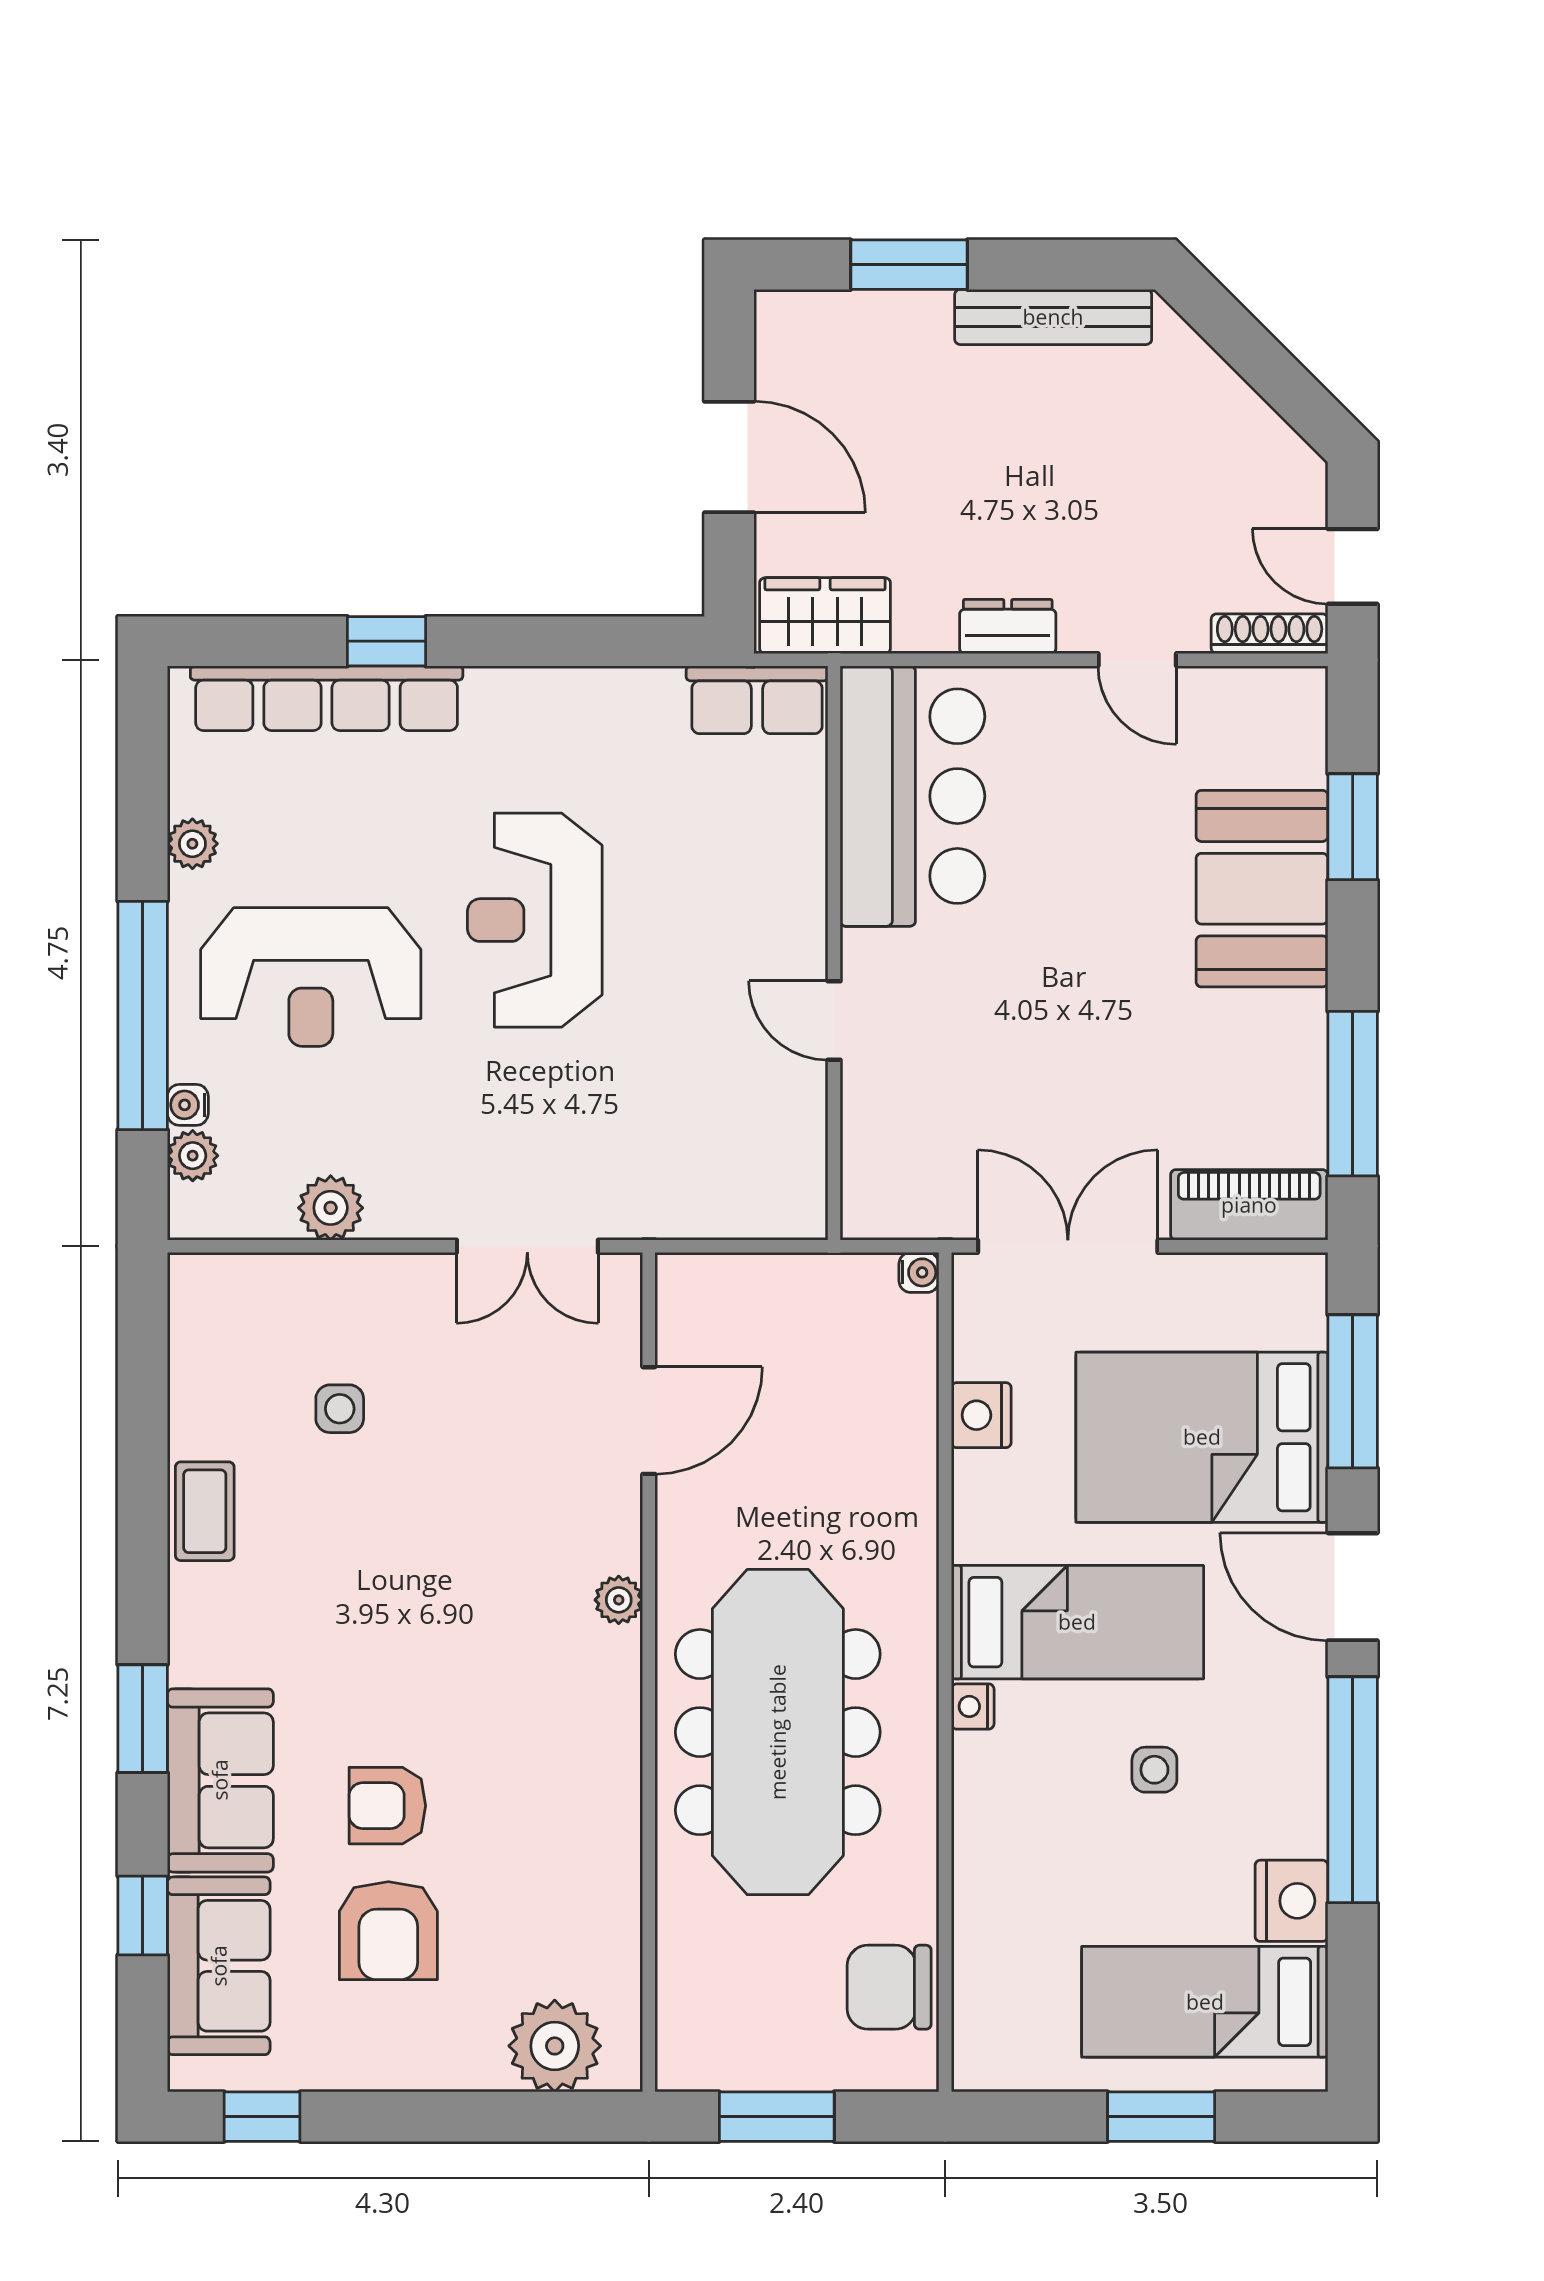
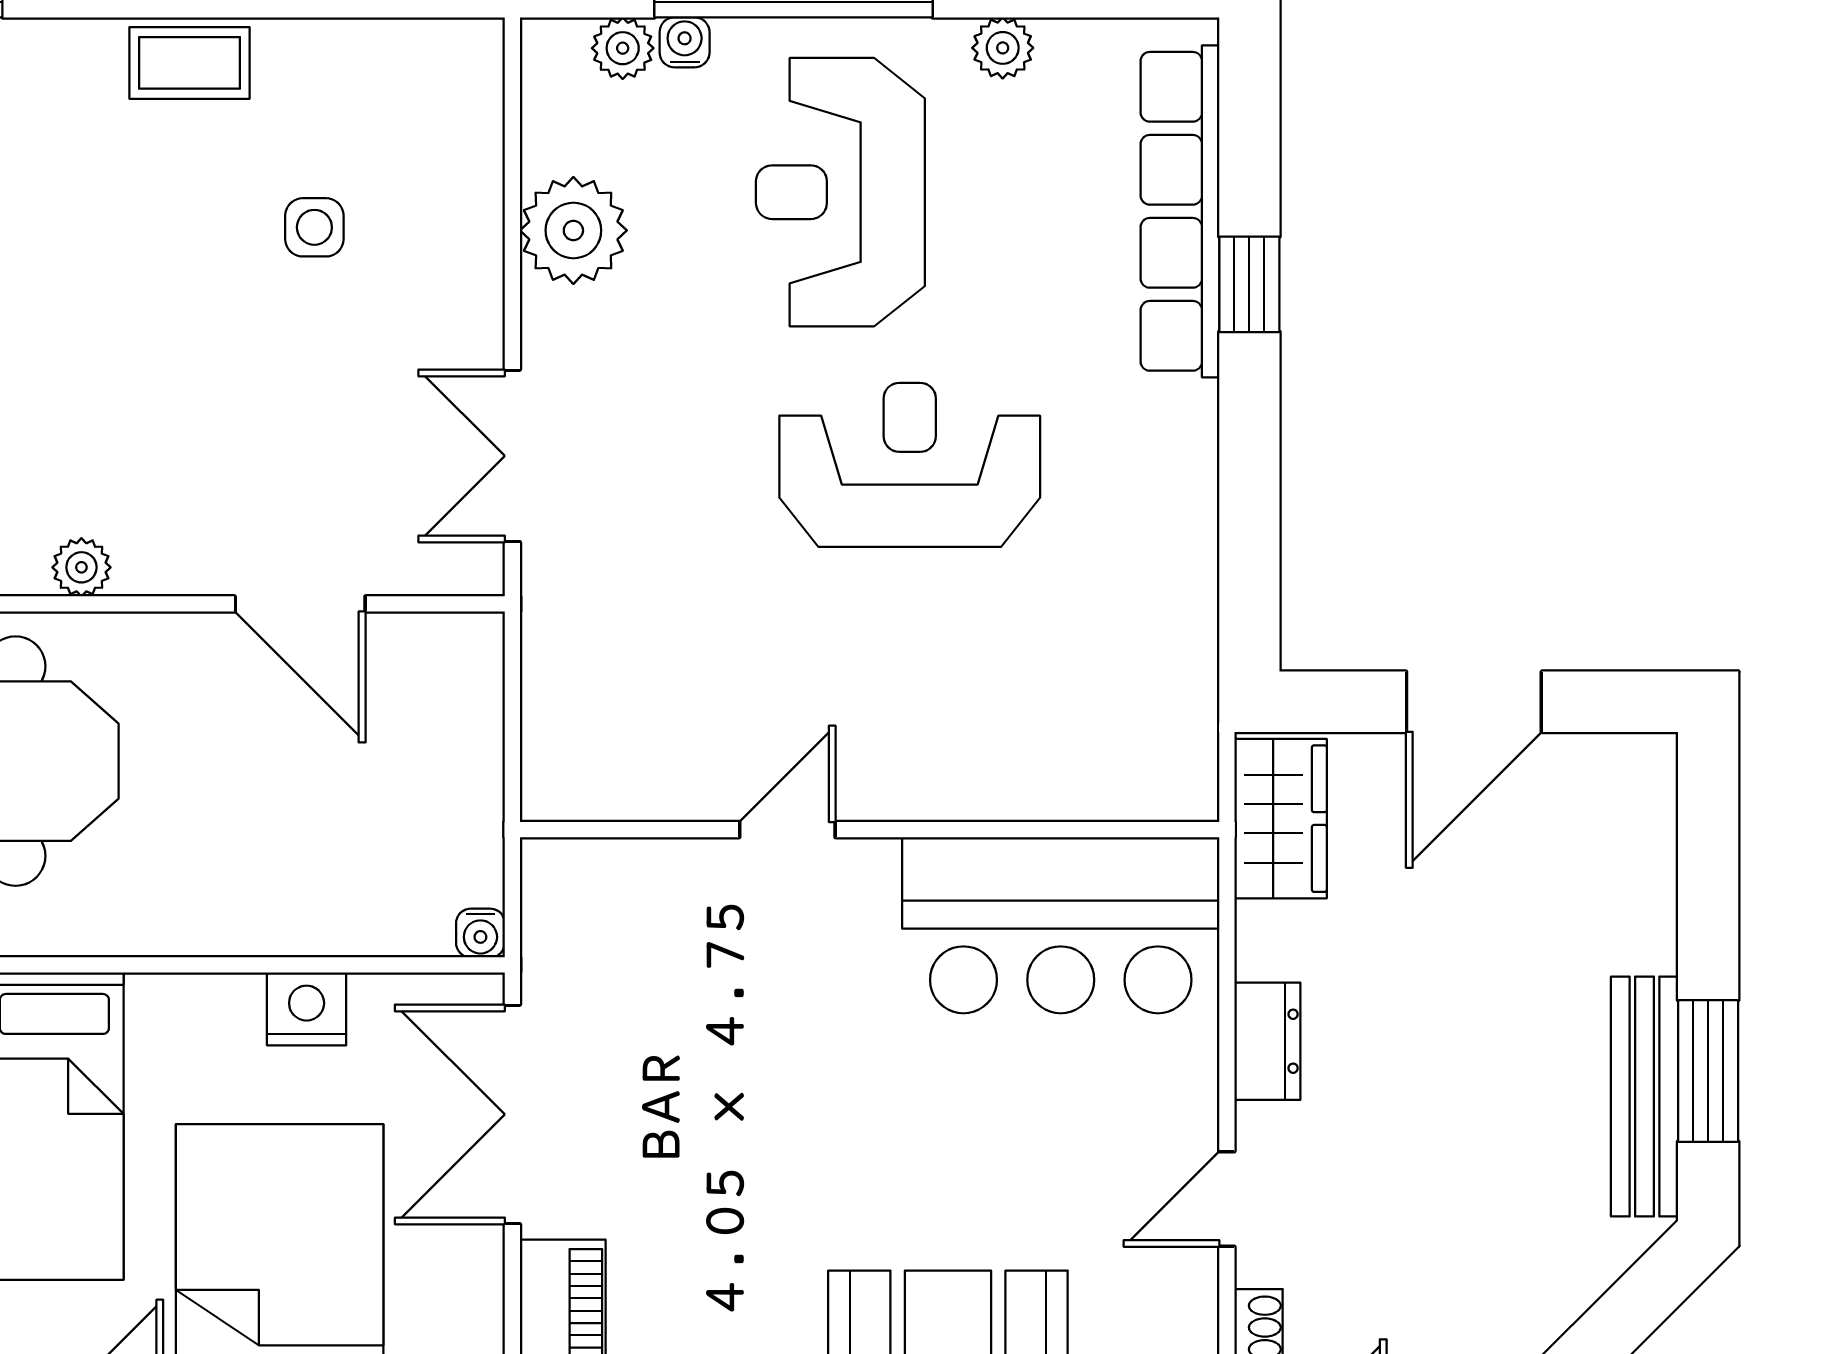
window: (909, 265) -> (1708, 1071), moved
row of seats: (757, 700) -> (1178, 736), removed
plant: (331, 1208) -> (573, 230), width x1.36, depth x1.36
double door: (1068, 1246) -> (512, 1114), swing flipped

